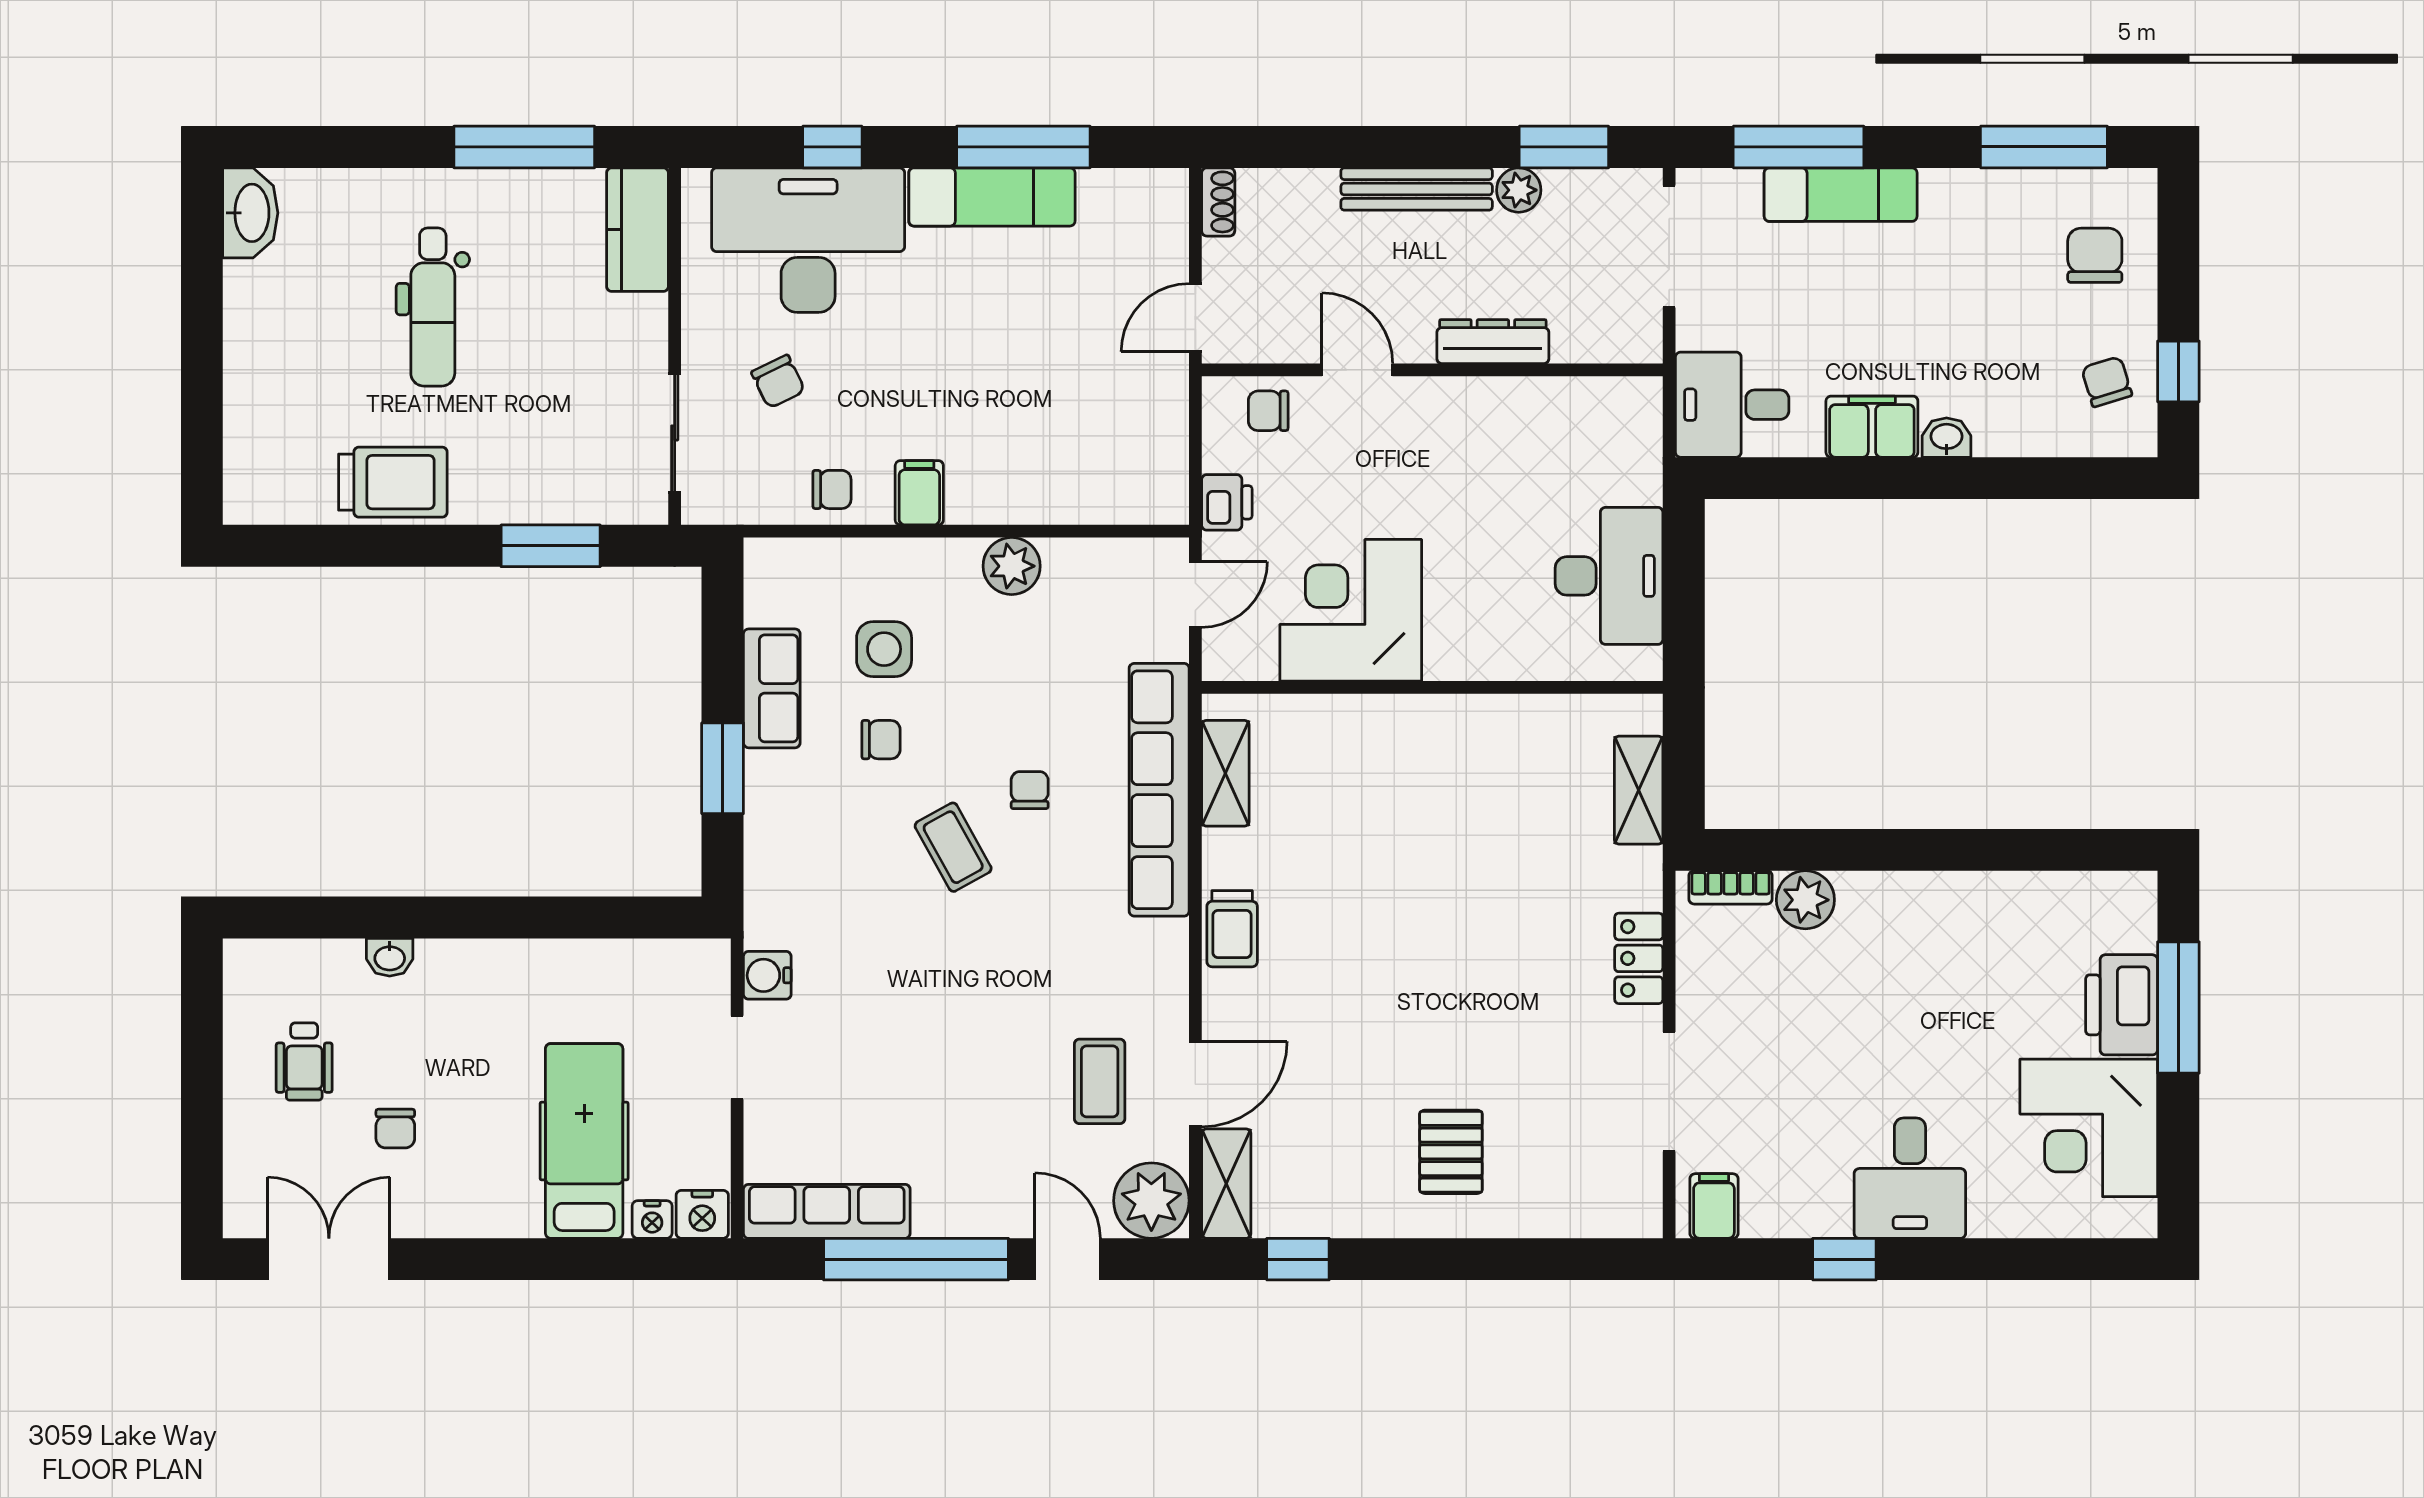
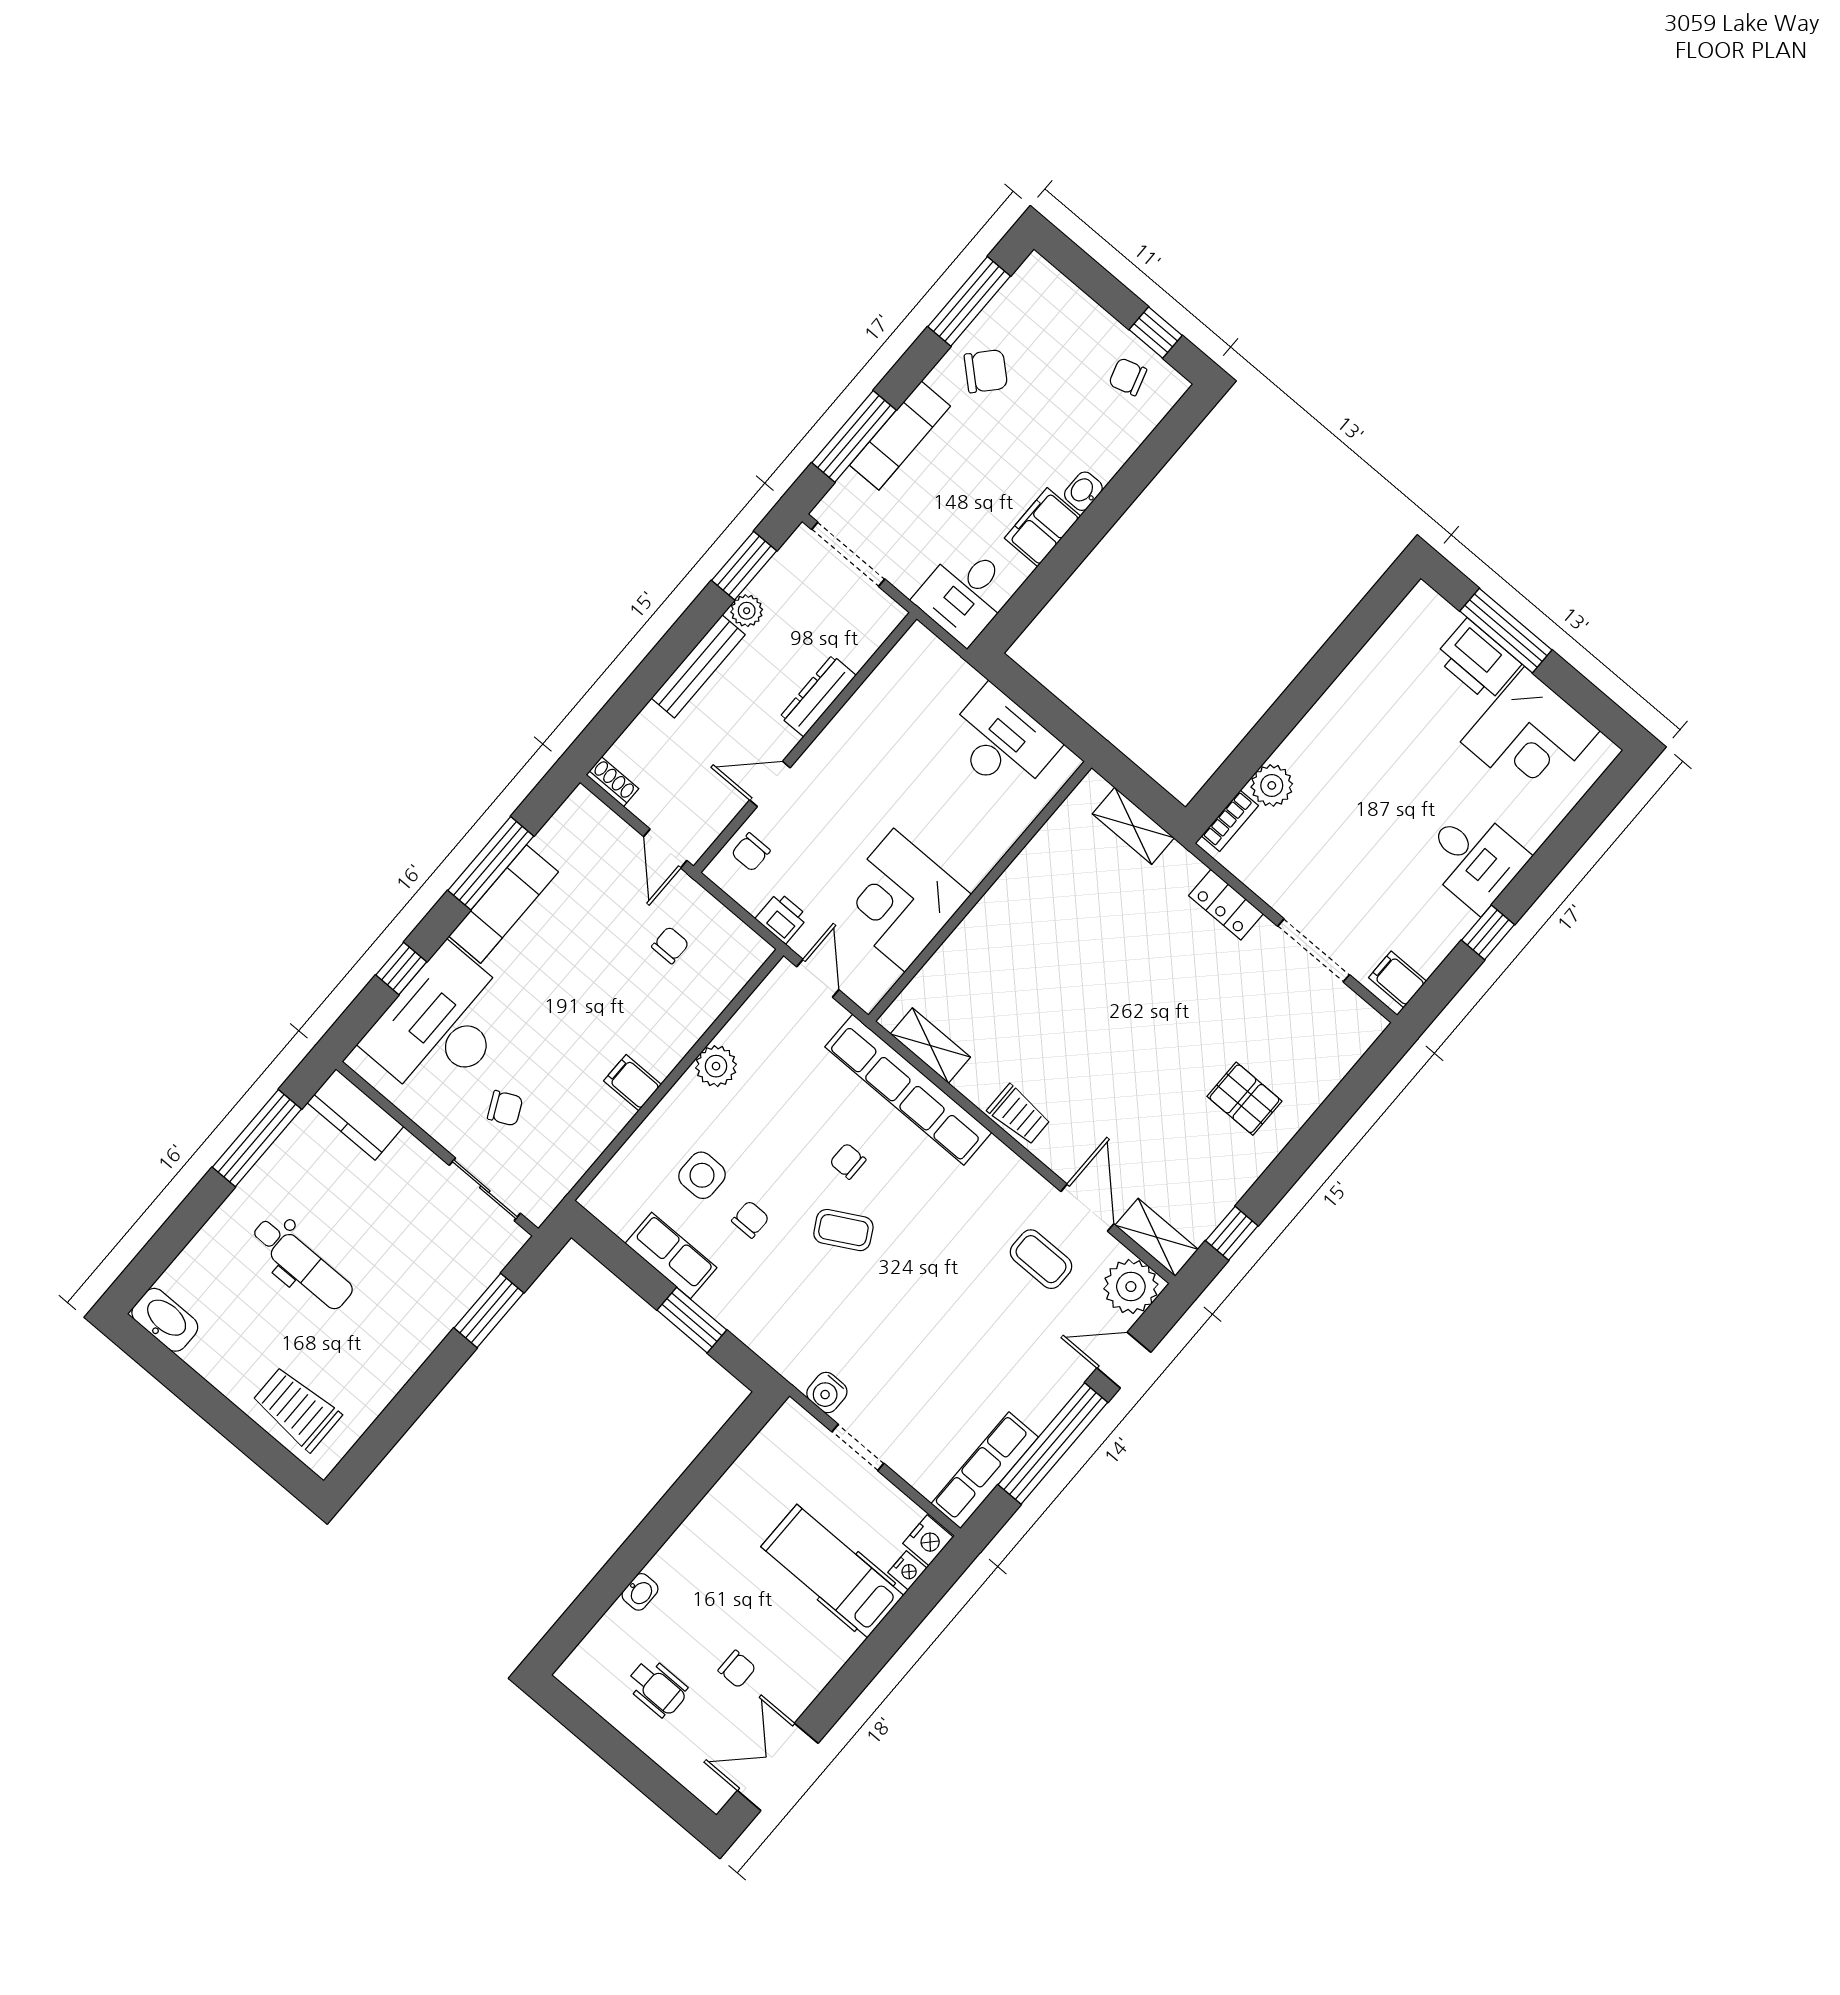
chair: (2095, 255) -> (986, 371), moved, turned 132
trolley: (393, 482) -> (297, 1409), moved, turned -90
chair: (832, 489) -> (670, 945), moved

